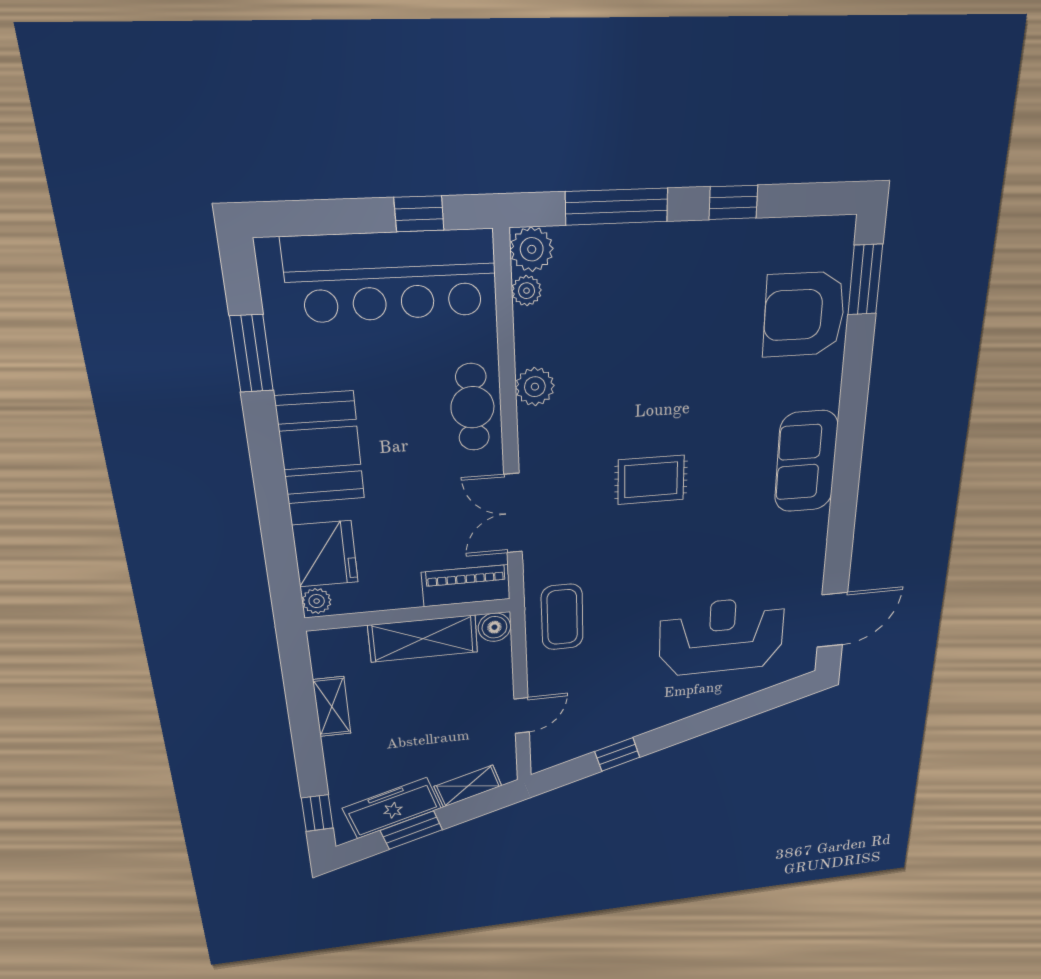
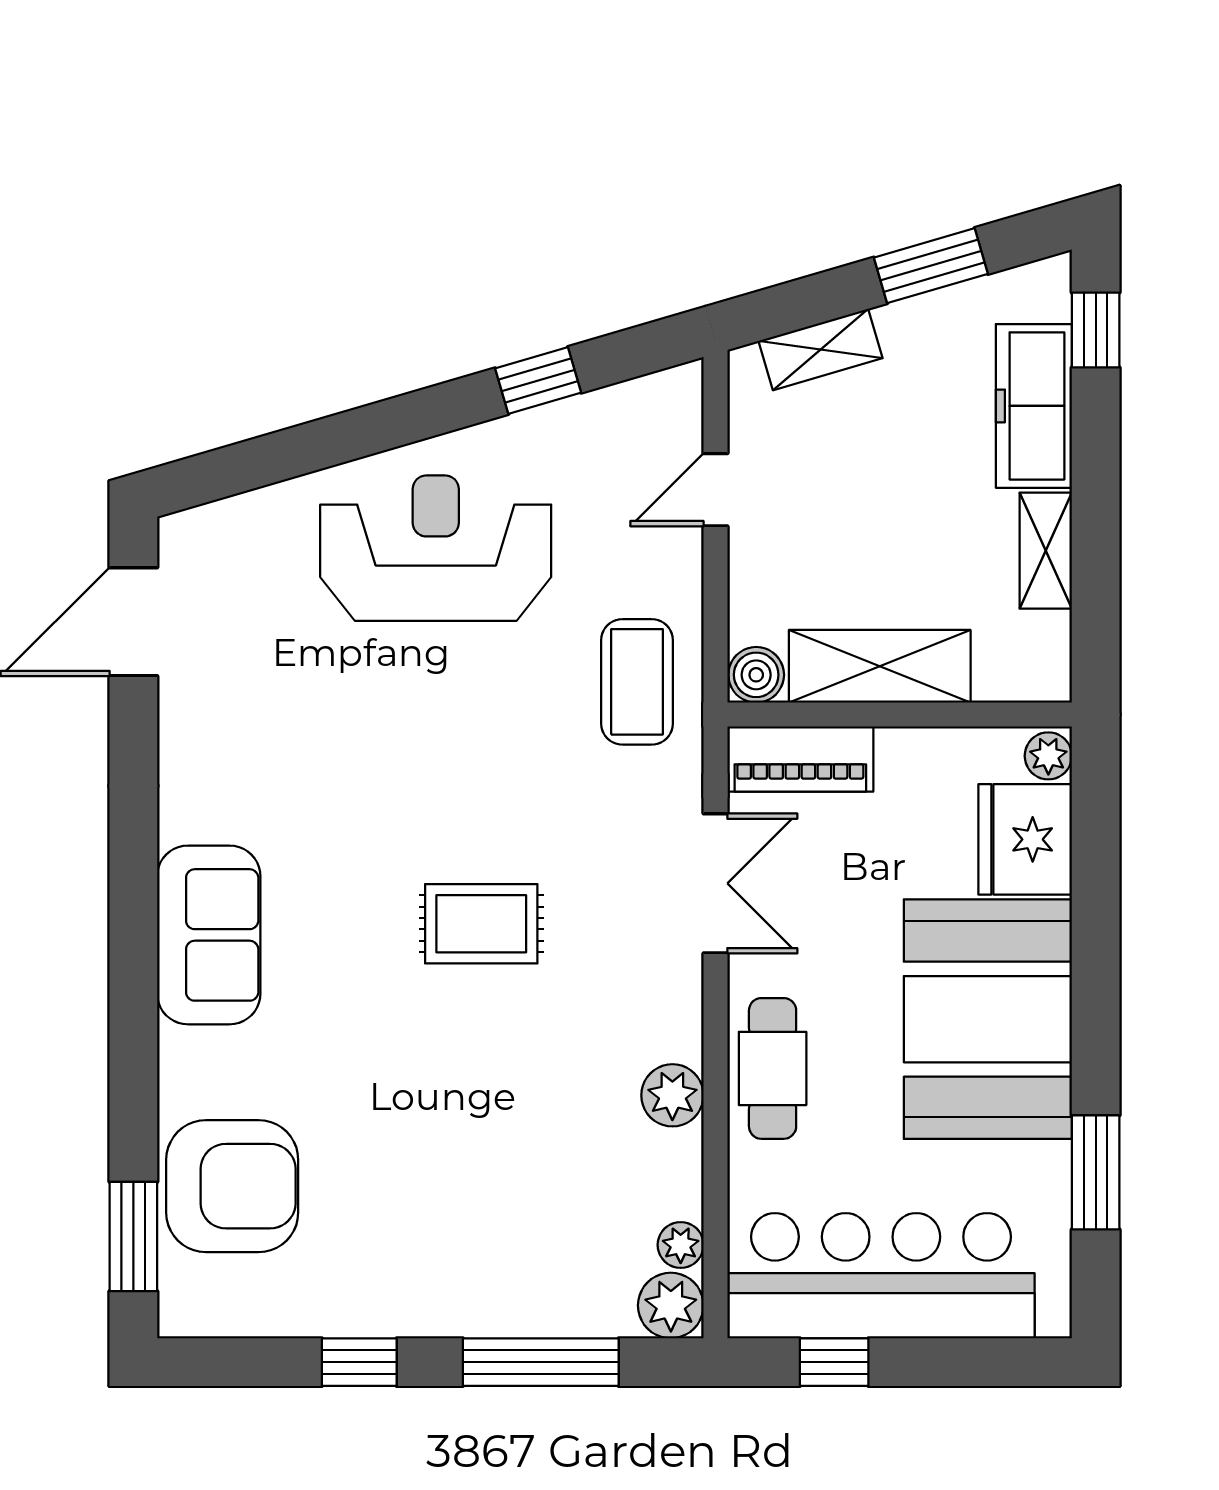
booth: (320, 448) -> (988, 1019), width x1.36, depth x1.42
reception desk: (722, 636) -> (436, 548), moved, turned 180
freezer: (392, 808) -> (1034, 406), moved, turned 106

